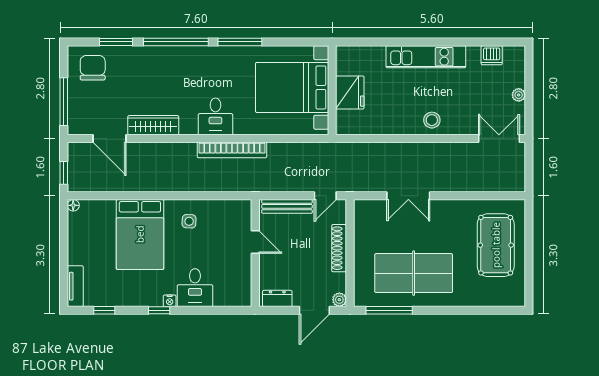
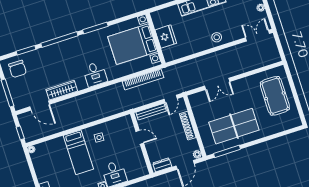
chair: (93, 68) -> (18, 69), turned 180
bookcase: (232, 150) -> (143, 79), moved
bed: (140, 234) -> (78, 152), width x0.67

